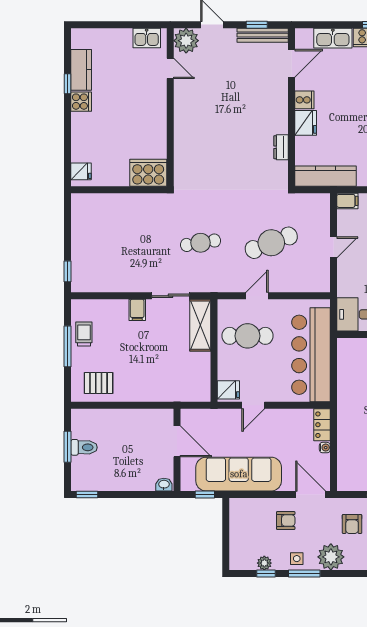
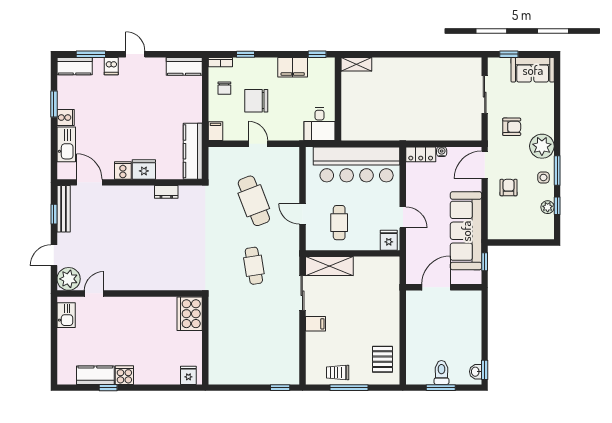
cafe table: (248, 336) -> (339, 223), width x0.73, depth x0.74
washbasin: (164, 485) -> (476, 372), moved

